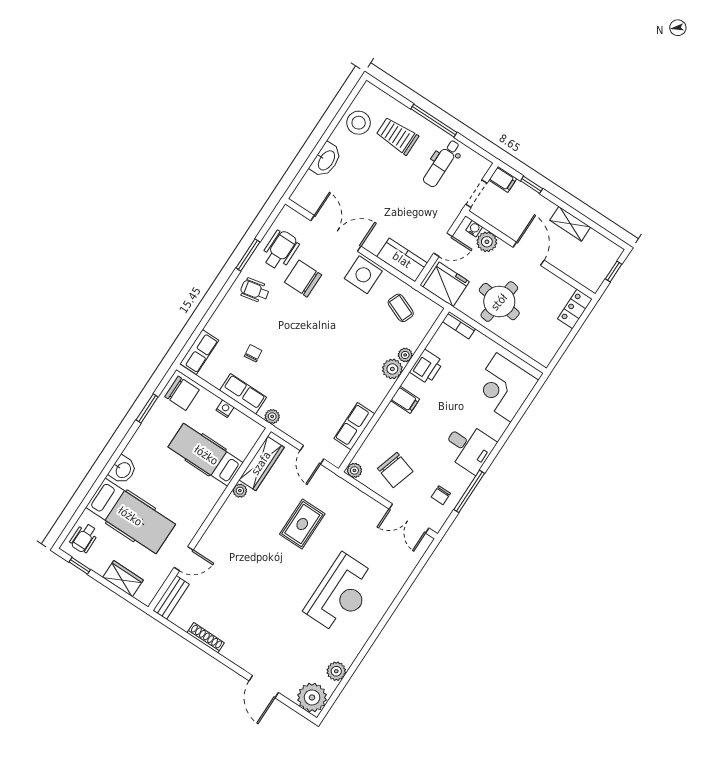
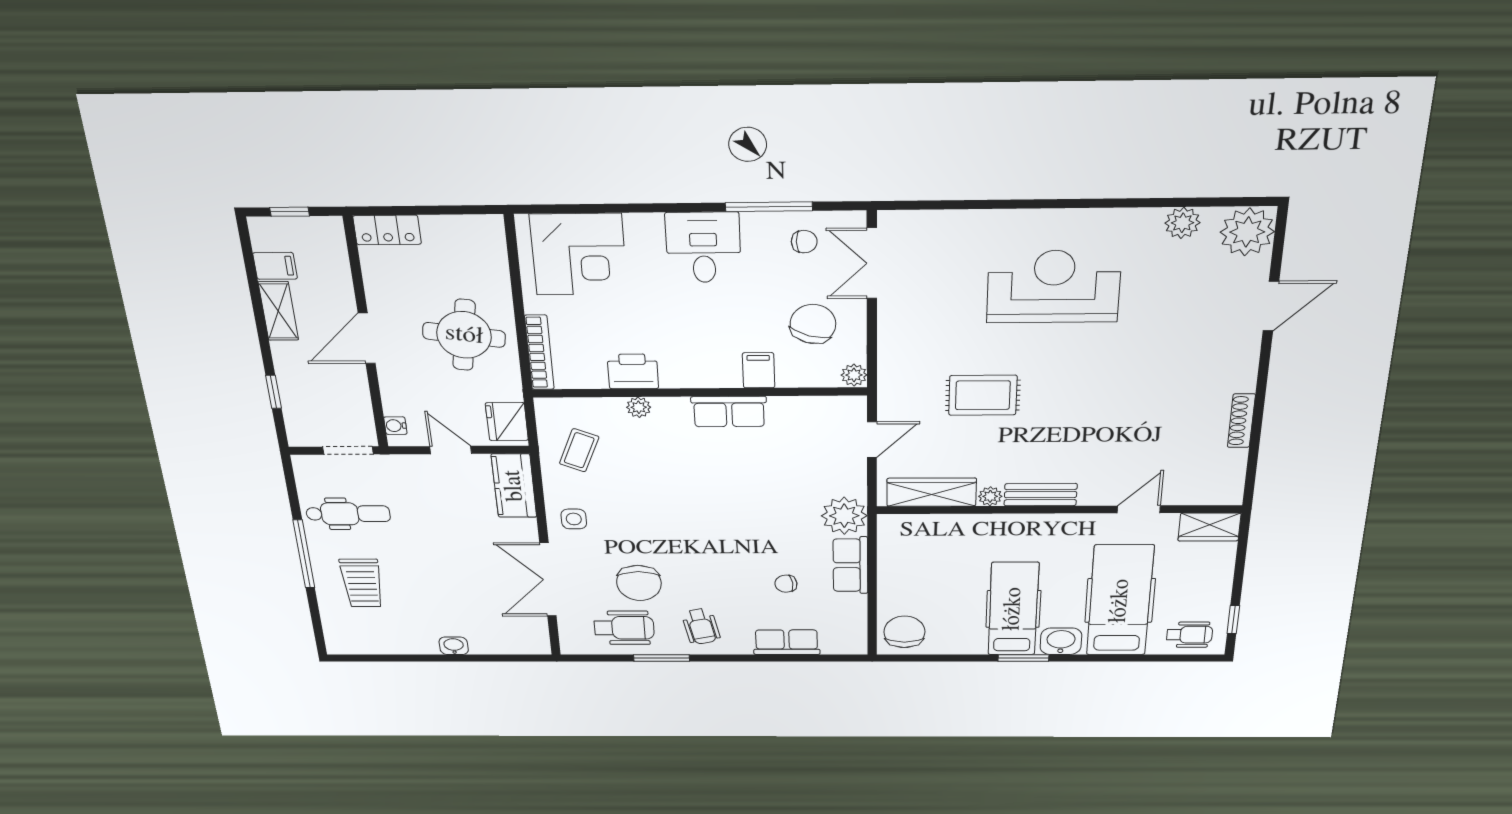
stool: (359, 123) -> (387, 633), removed
washbasin: (326, 160) -> (454, 646), width x0.52, depth x0.69
filing cabinet: (503, 179) -> (275, 266), moved, turned 90
plant: (487, 242) -> (398, 400), removed
wheelchair: (280, 250) -> (624, 628), turned 180
side table: (363, 275) -> (574, 519), width x0.54, depth x0.54
fridge: (446, 284) -> (507, 422), width x0.73, depth x0.75
bookcase: (459, 325) -> (539, 352), width x1.56
row of seats: (199, 352) -> (787, 642), moved
plant: (392, 369) -> (671, 412), removed
filing cabinet: (405, 400) -> (759, 370), moved
window: (147, 408) -> (1023, 658), moved
nightstand: (225, 409) -> (887, 574), removed
plant: (272, 417) -> (844, 516), width x1.87, depth x1.87
row of seats: (354, 426) -> (729, 412), moved
hospital bed: (206, 455) -> (1013, 609), moved, turned 180
double door: (409, 518) -> (872, 263), swing flipped
door: (184, 559) -> (1139, 509), hinge flipped
wardrobe: (123, 579) -> (1209, 527), moved, turned -90
bench: (171, 597) -> (1041, 495), moved

